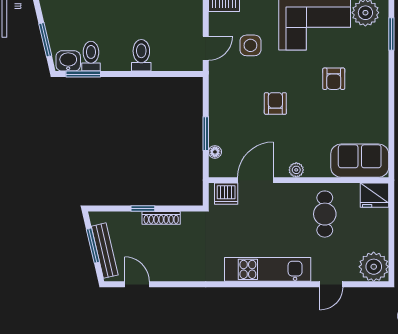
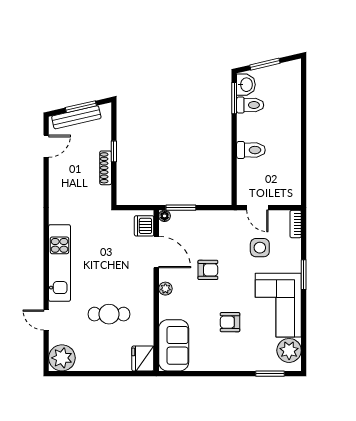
sofa: (360, 161) -> (174, 345), moved
plant: (296, 170) -> (165, 289), moved
door: (255, 180) -> (156, 252), moved
wall: (299, 180) -> (156, 291), moved
dishwasher: (226, 194) -> (144, 226), moved
fridge: (374, 195) -> (143, 358), moved

